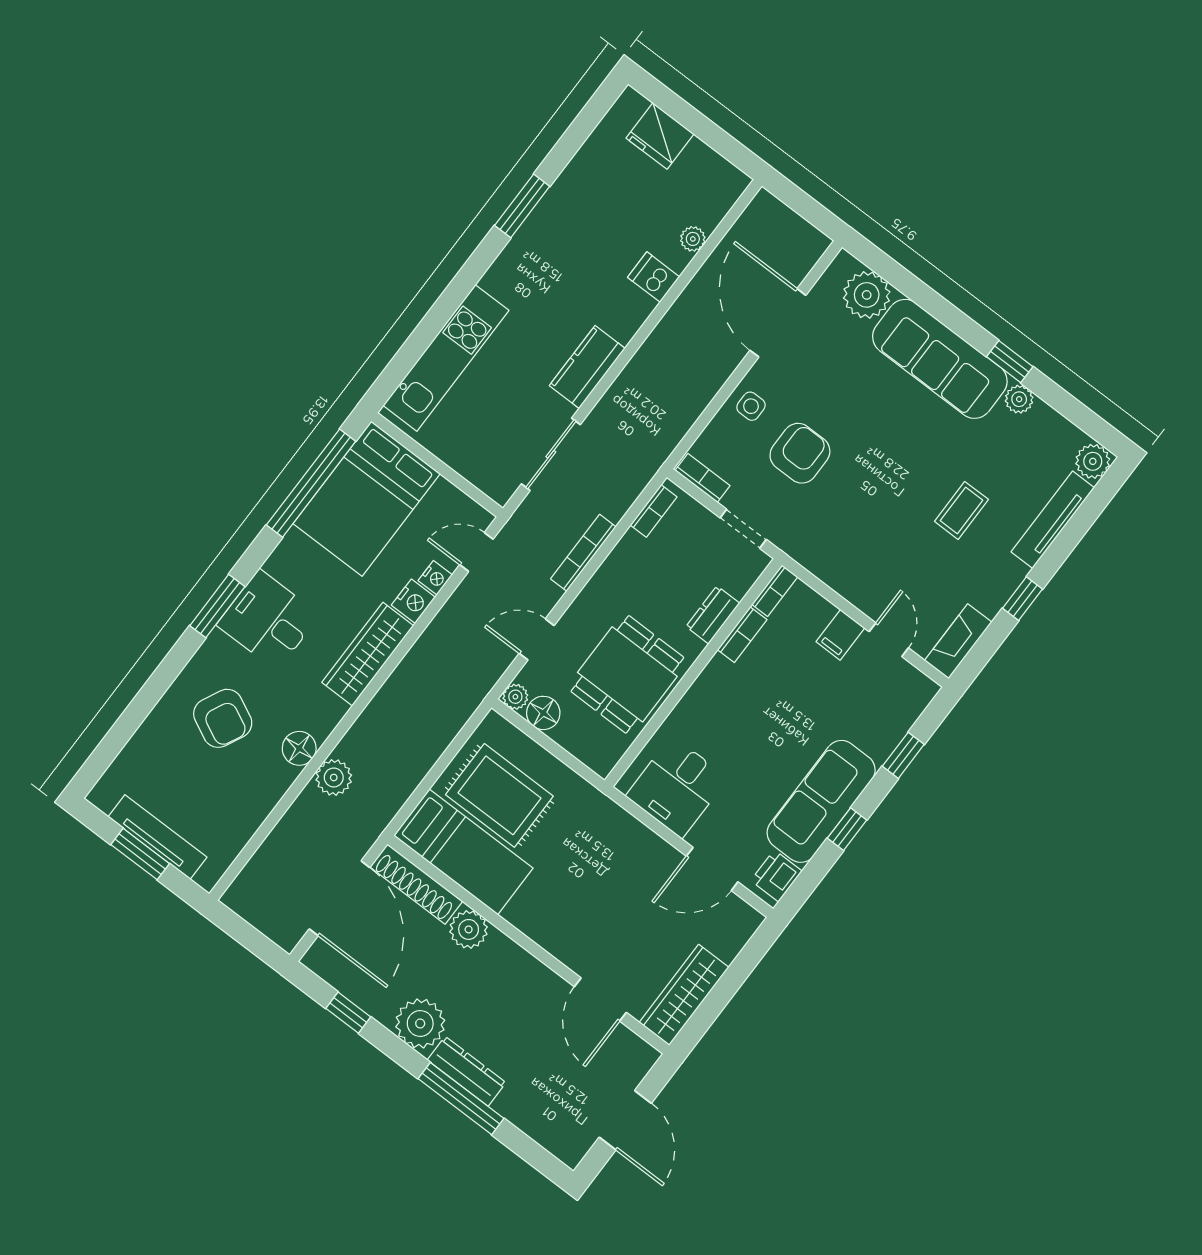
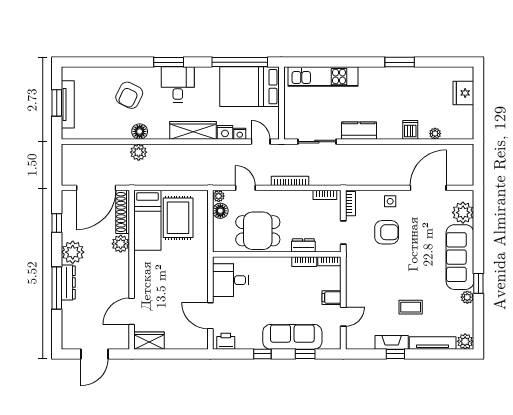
fireplace: (958, 641) -> (392, 342), moved
sofa: (821, 801) -> (292, 337), moved
wardrobe: (684, 995) -> (149, 341), width x0.67

